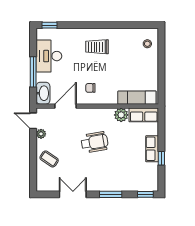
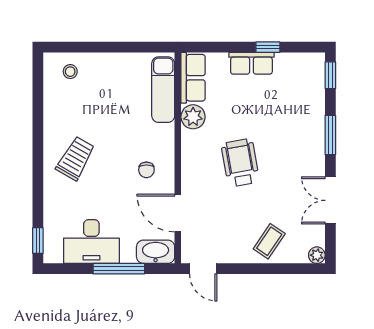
trolley: (97, 47) -> (75, 158), turned -150
door: (33, 121) -> (203, 269), hinge flipped
plant: (41, 134) -> (317, 255), moved

